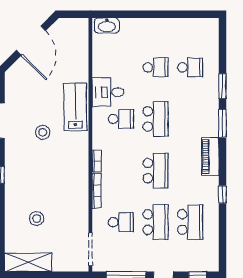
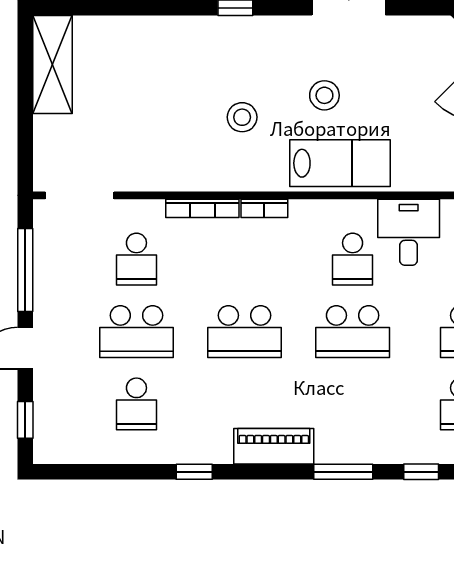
window: (222, 86) -> (421, 472), width x0.67
lab bench: (75, 107) -> (340, 163), moved
stool: (37, 218) -> (242, 117), moved
school desk: (190, 222) -> (136, 404), width x0.54

